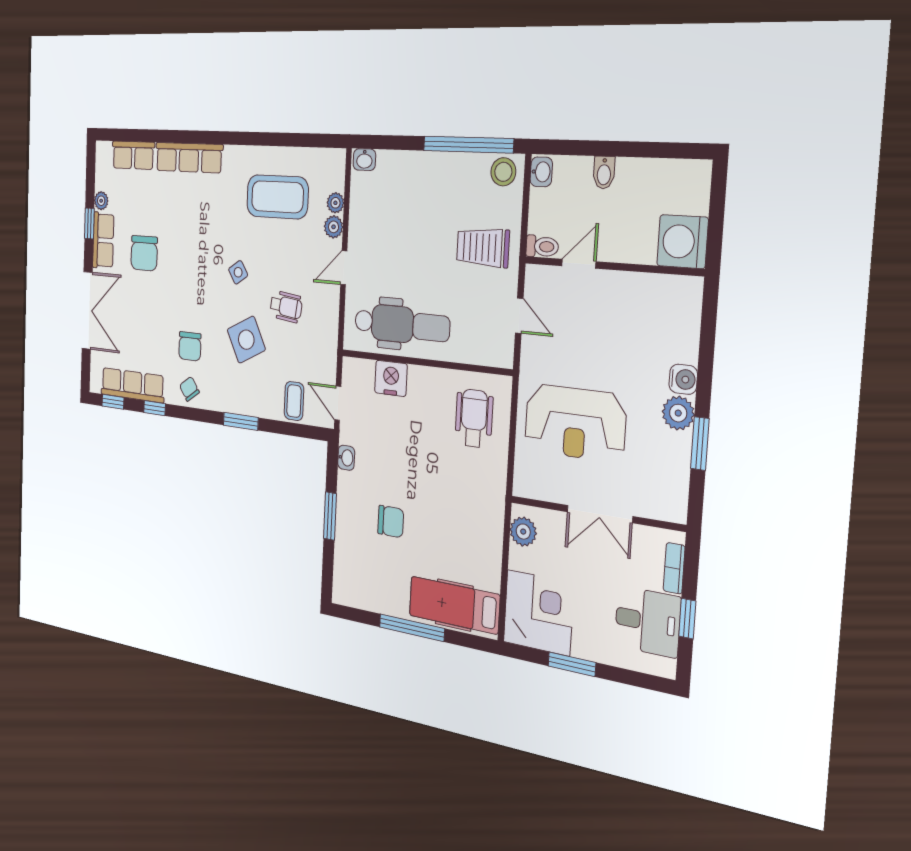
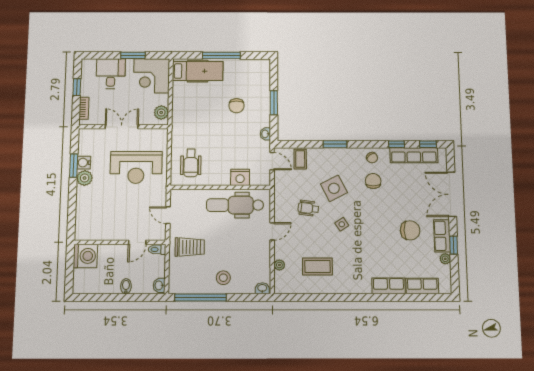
row of seats: (189, 158) -> (389, 286), width x0.68
stool: (503, 172) -> (223, 278), moved
coffee table: (277, 197) -> (317, 267), width x0.73, depth x0.76
plant: (334, 227) -> (280, 252), removed
chair: (144, 253) -> (410, 230), turned 90
water cooler: (683, 379) -> (84, 163), moved
reception desk: (575, 423) -> (136, 167), turned 180
chair: (391, 521) -> (236, 106), turned -90
desk: (647, 622) -> (111, 74), moved, turned 90

